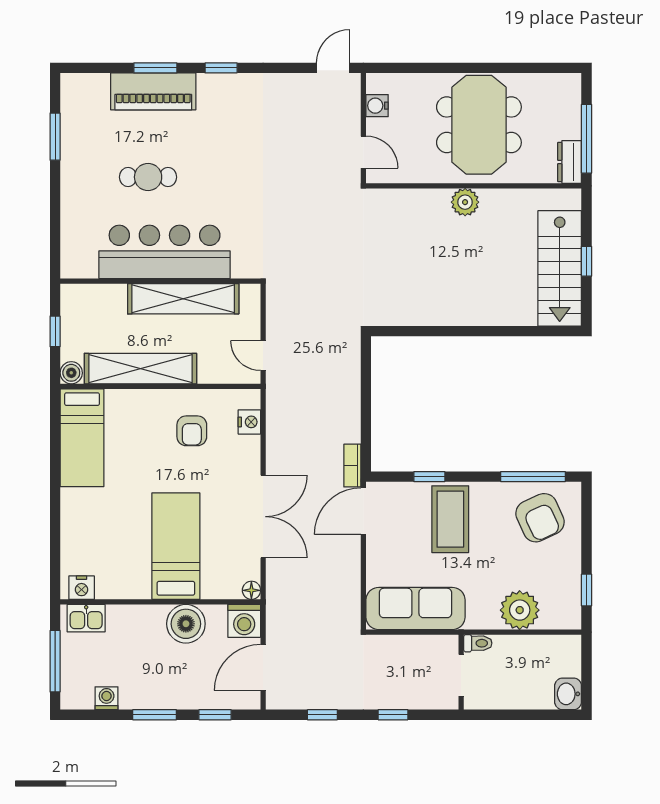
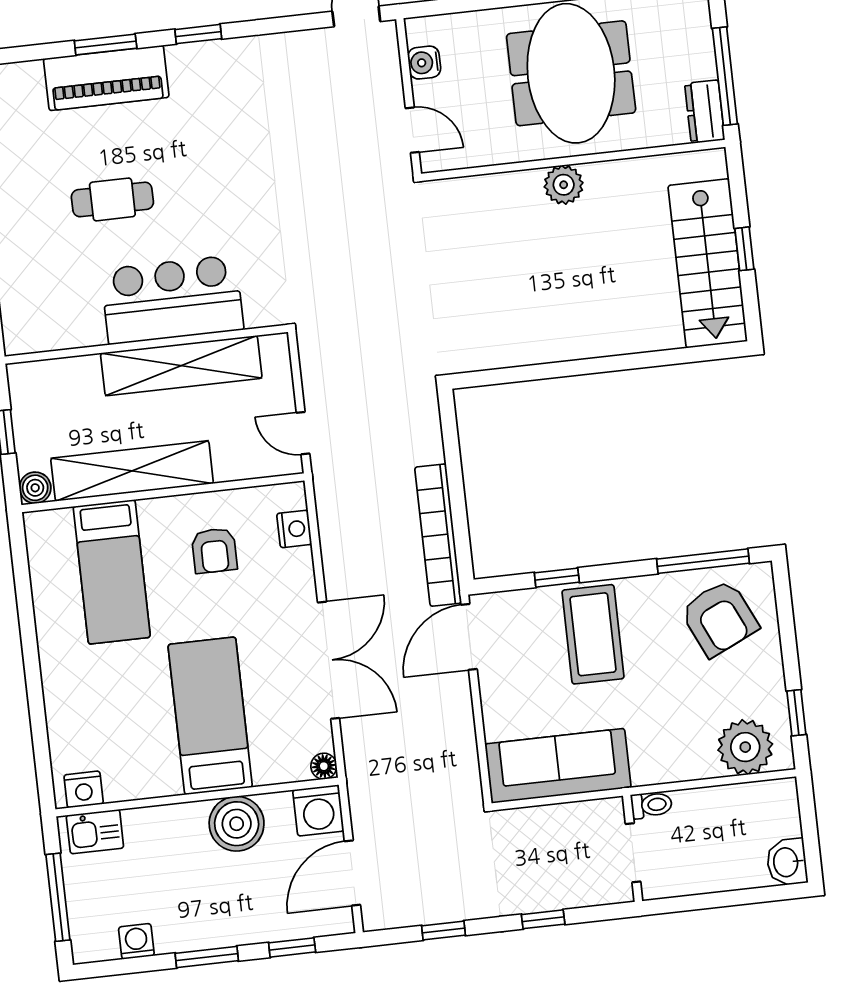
bar counter: (165, 252) -> (172, 300), width x0.73
bed: (82, 438) -> (112, 572), moved
bookcase: (352, 466) -> (438, 535), width x2.31, depth x1.31
plant: (520, 610) -> (745, 747), moved

